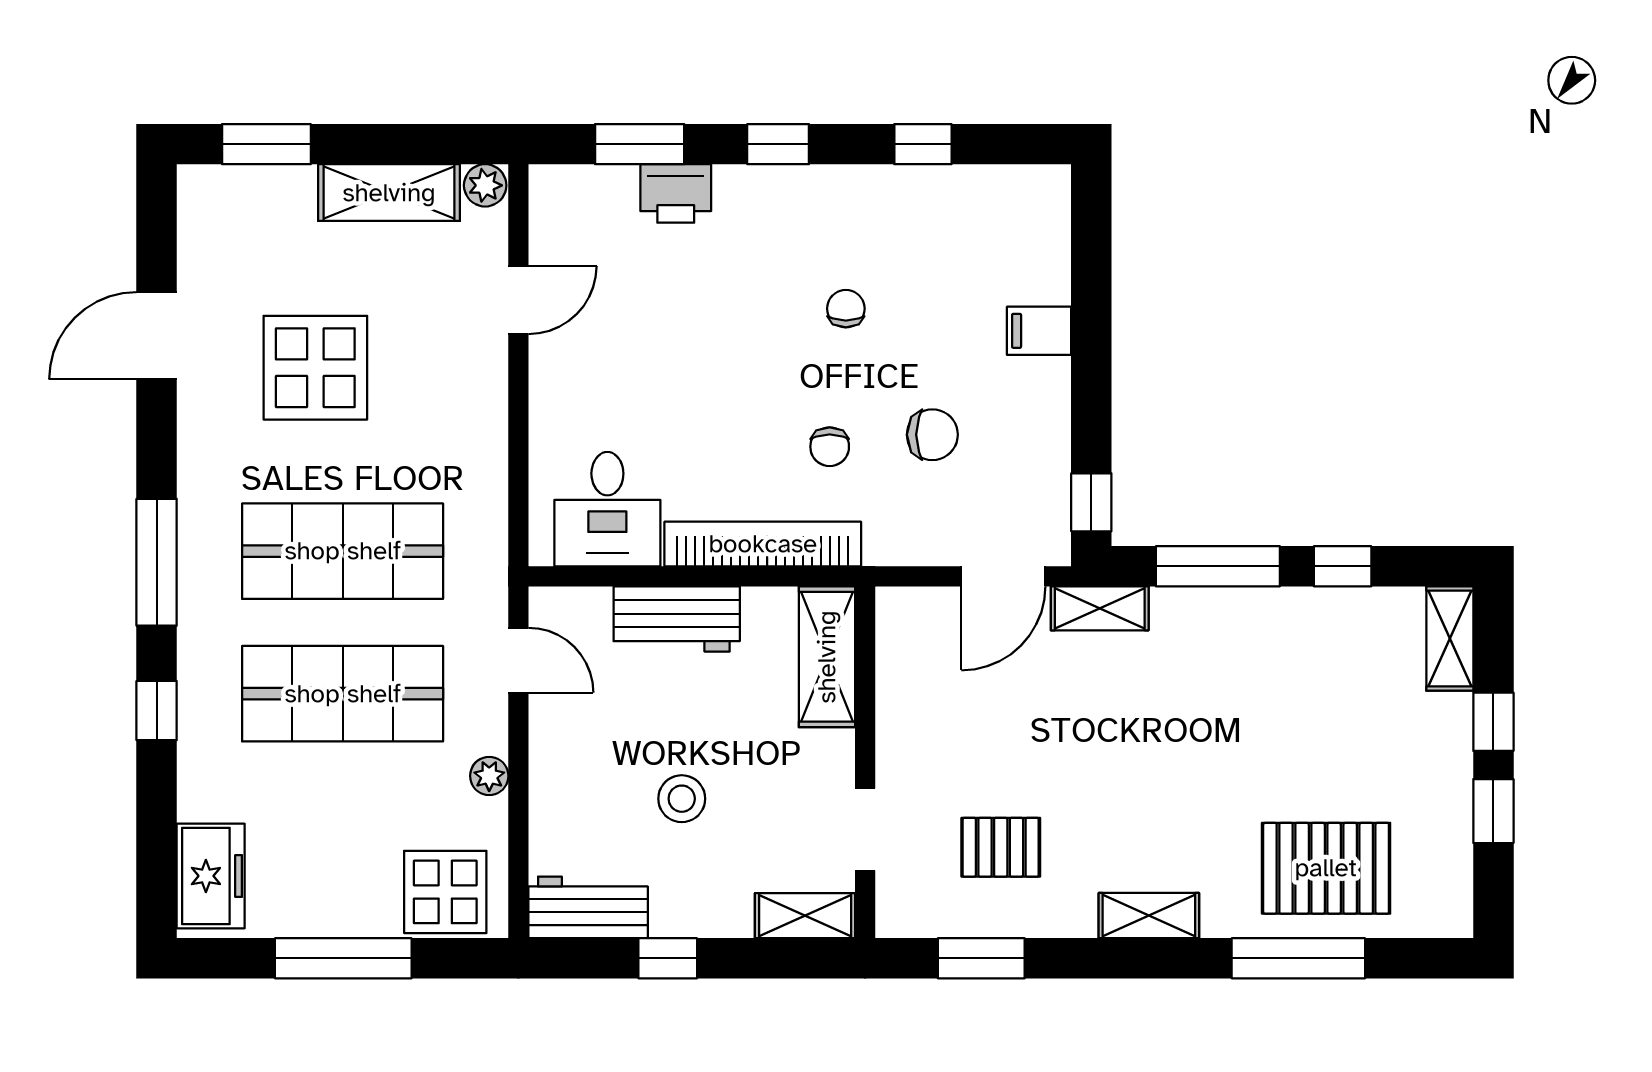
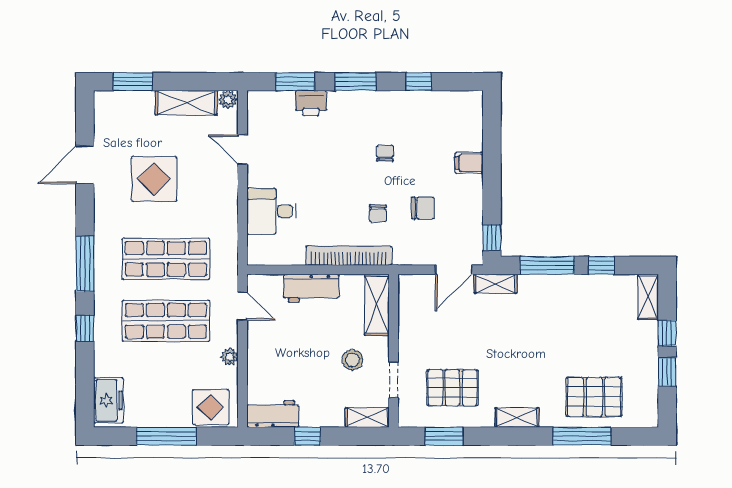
window: (778, 144) -> (356, 82), width x1.50
door: (518, 300) -> (242, 149), swing flipped
desk: (607, 509) -> (272, 211), moved, turned 90
stool: (682, 799) -> (352, 360), moved
pallet: (1001, 847) -> (452, 388), width x1.50, depth x1.42

